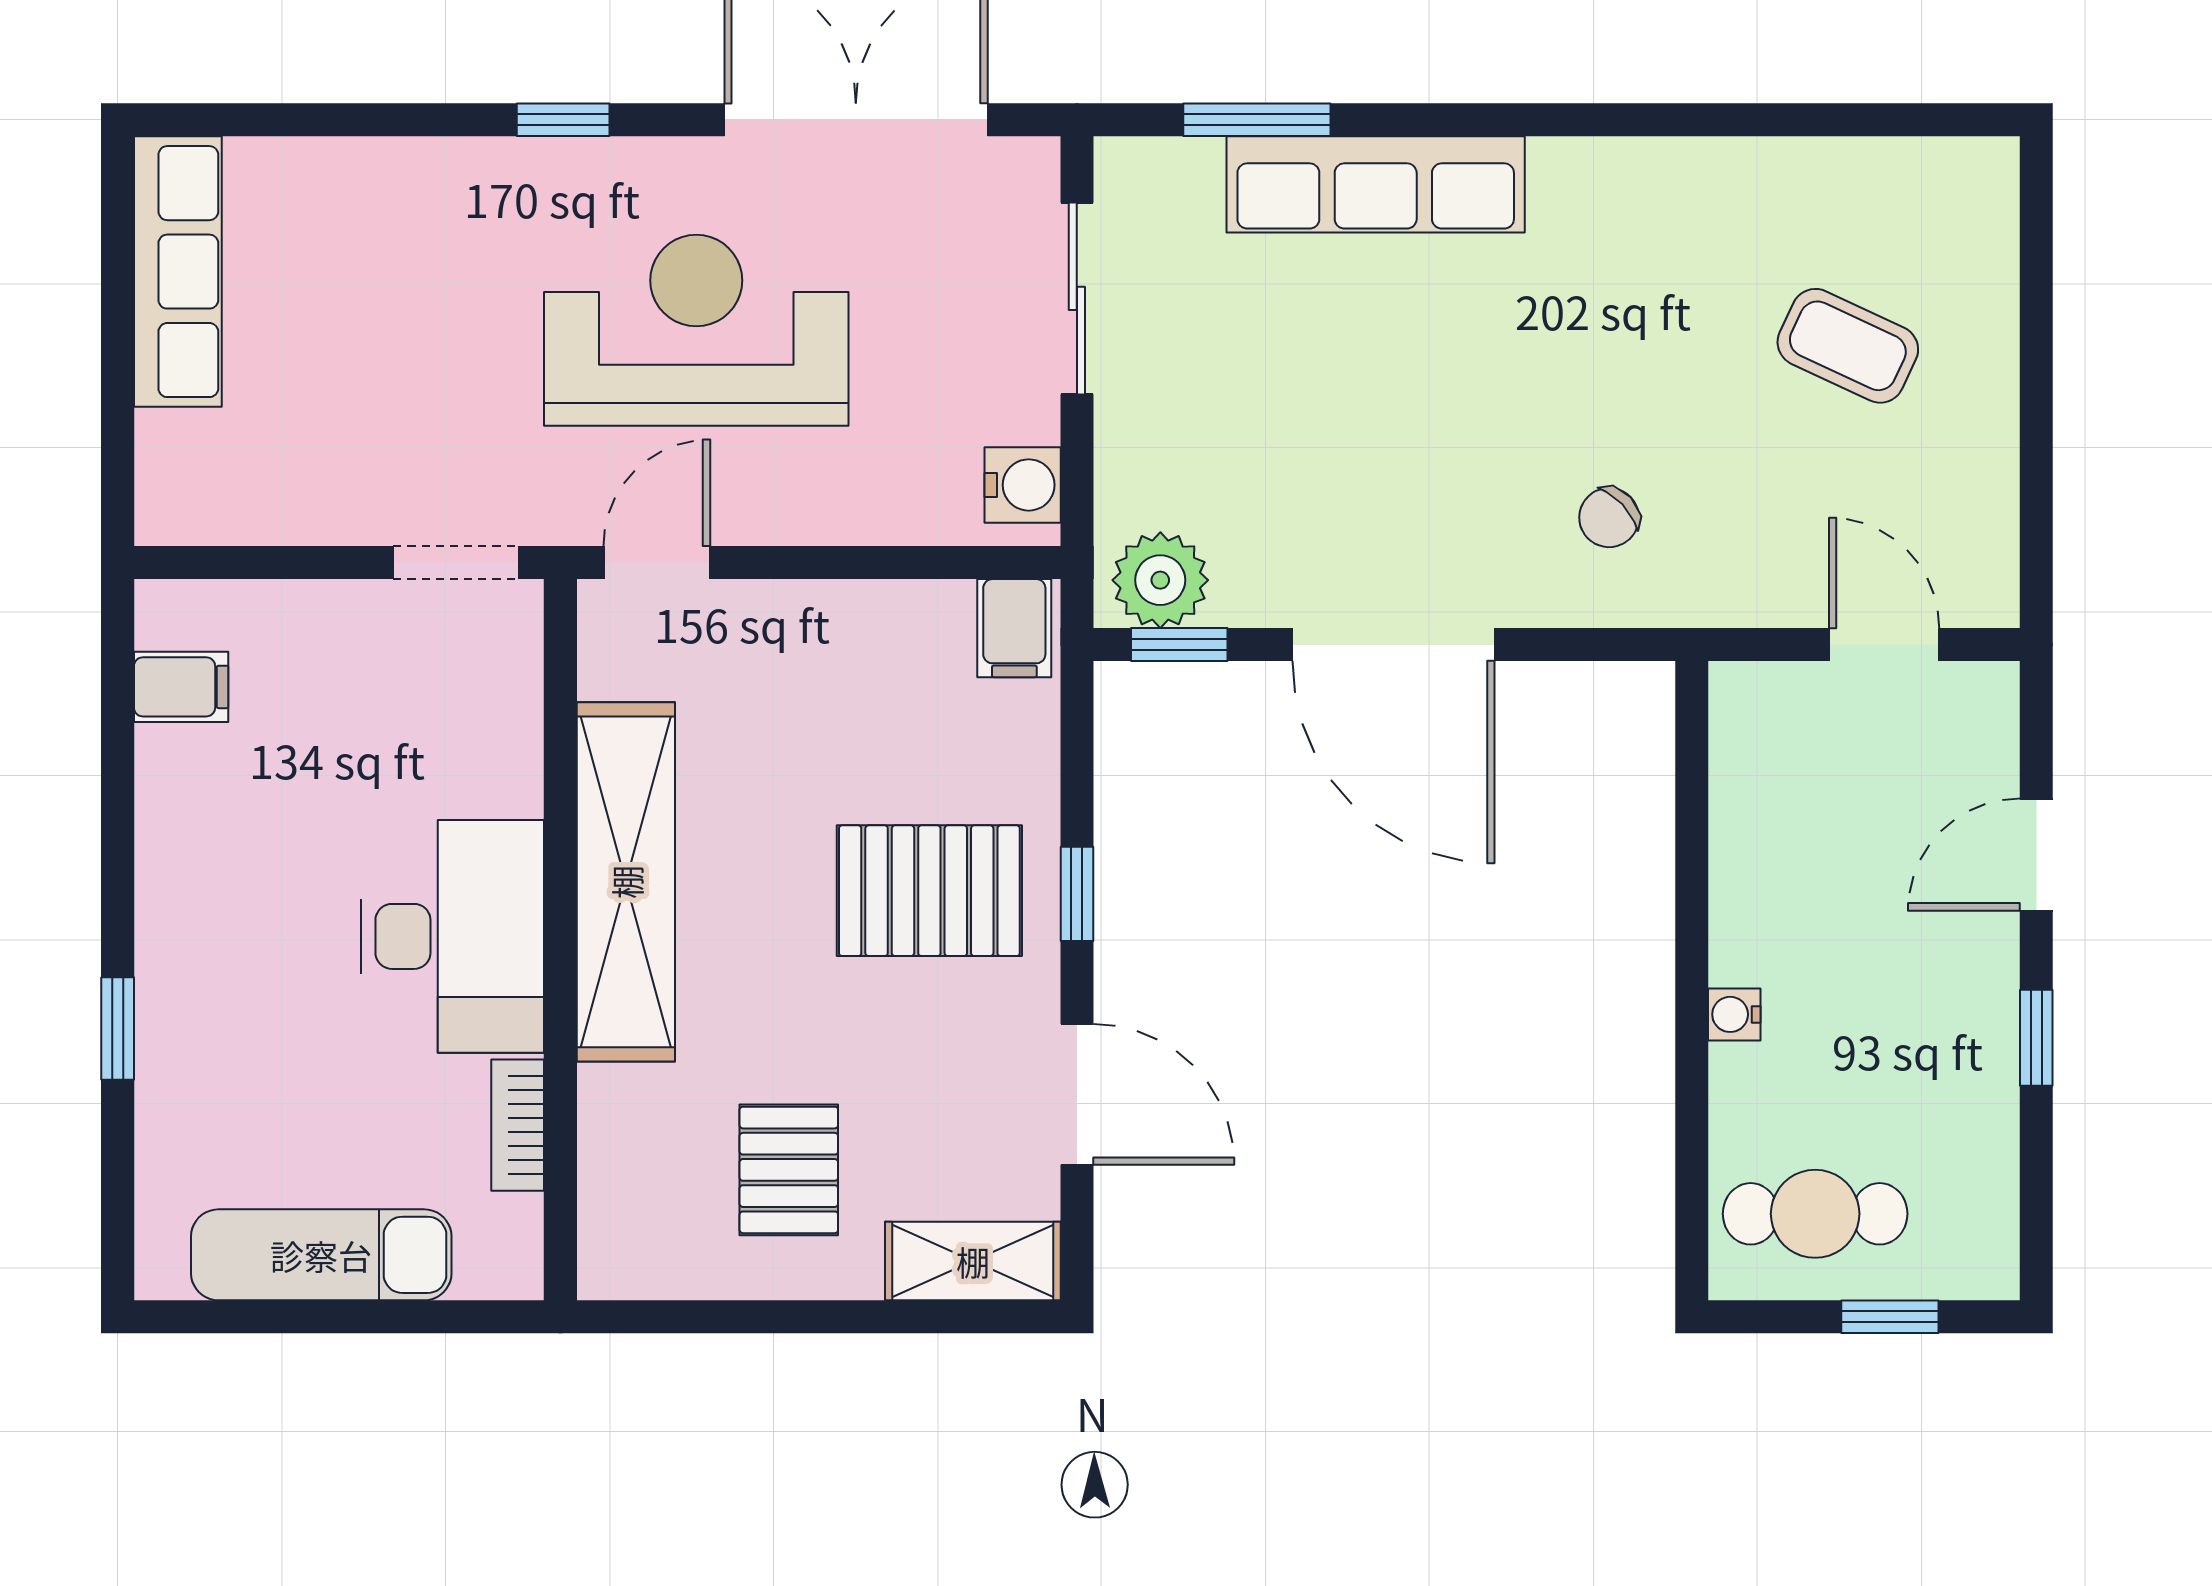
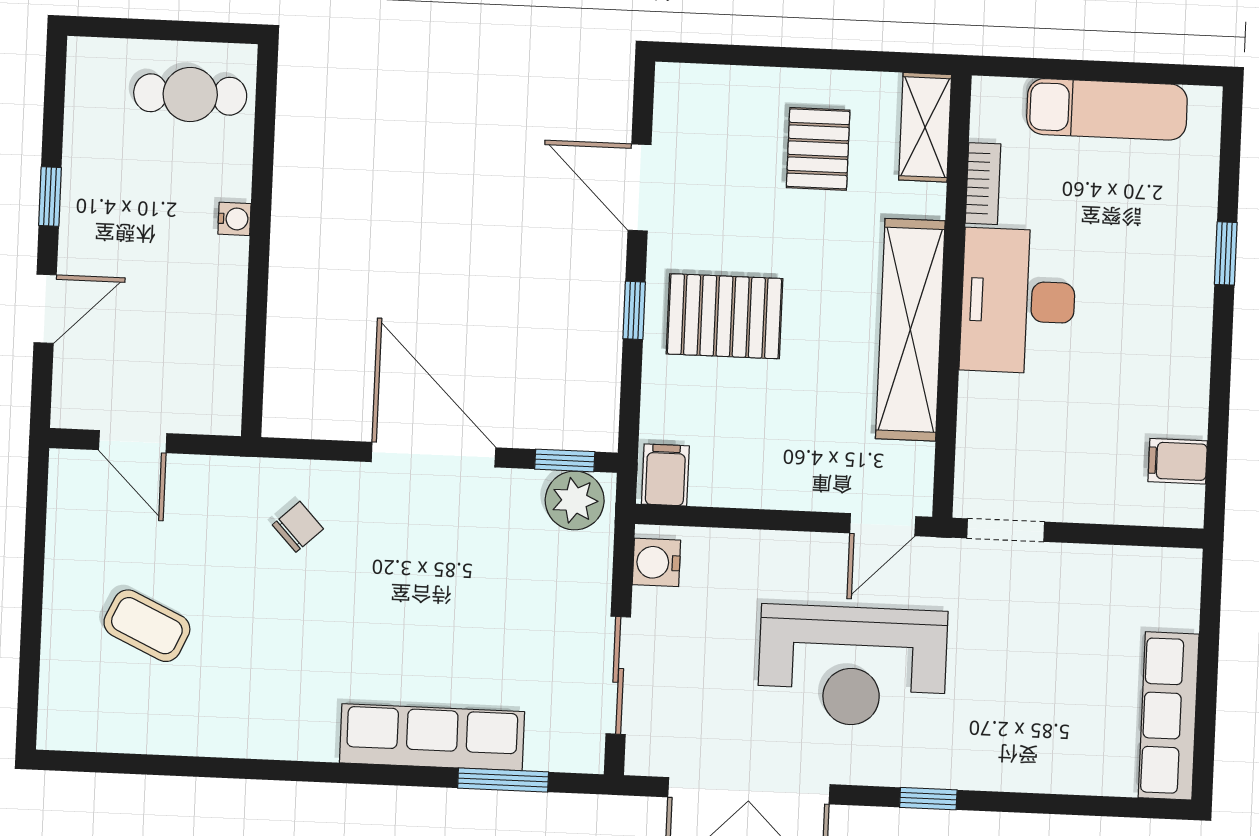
shelving: (973, 1261) -> (925, 127), moved, turned 90
window: (1890, 1317) -> (147, 29), removed

